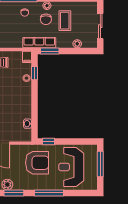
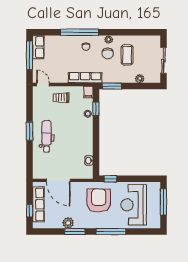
row of seats: (39, 43) -> (85, 77), moved
armchair: (37, 163) -> (99, 200), turned -90

